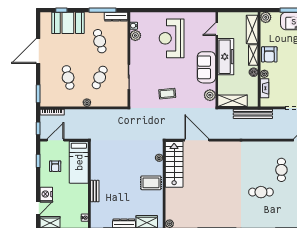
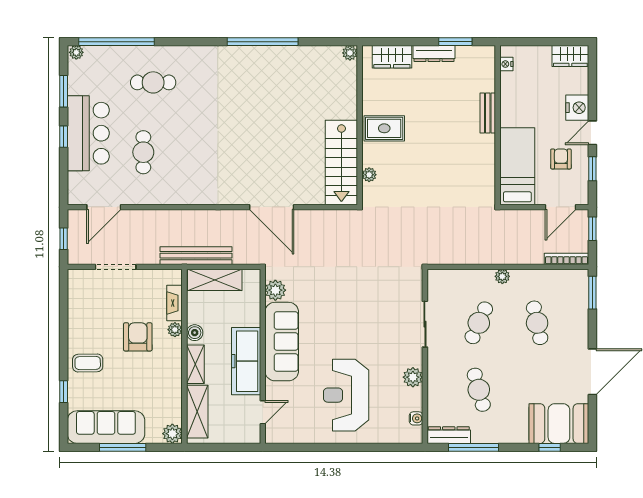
booth: (68, 23) -> (559, 424), moved
plant: (135, 35) -> (413, 377), moved
reception desk: (172, 38) -> (346, 395), turned 180
armchair: (269, 54) -> (138, 337), moved
sofa: (206, 67) -> (282, 342), width x1.36
coffee table: (167, 94) -> (354, 293), removed
shelving: (233, 101) -> (215, 280), moved
door: (197, 140) -> (272, 207), moved
cafe table: (261, 192) -> (153, 82), moved
door: (38, 208) -> (592, 133), moved

